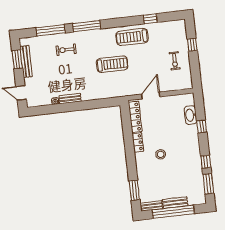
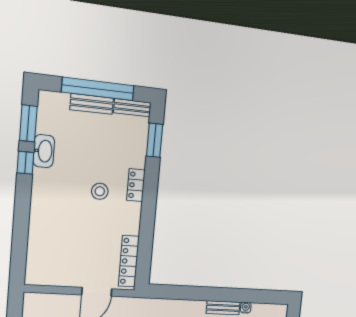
washbasin: (190, 115) -> (44, 151), moved
window: (202, 126) -> (21, 225), removed
locker: (138, 142) -> (136, 185), moved

